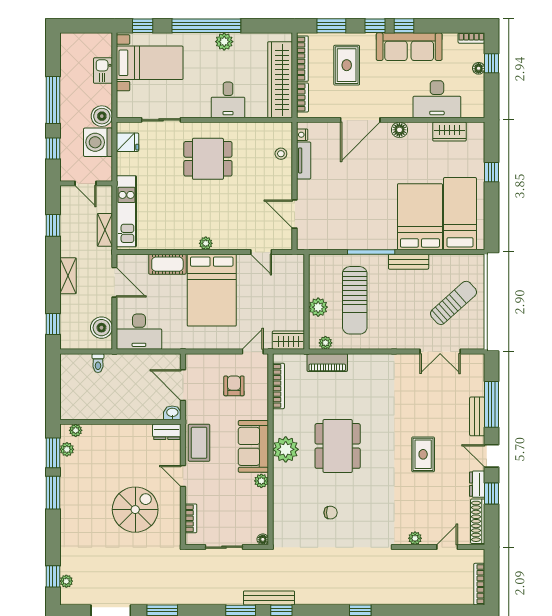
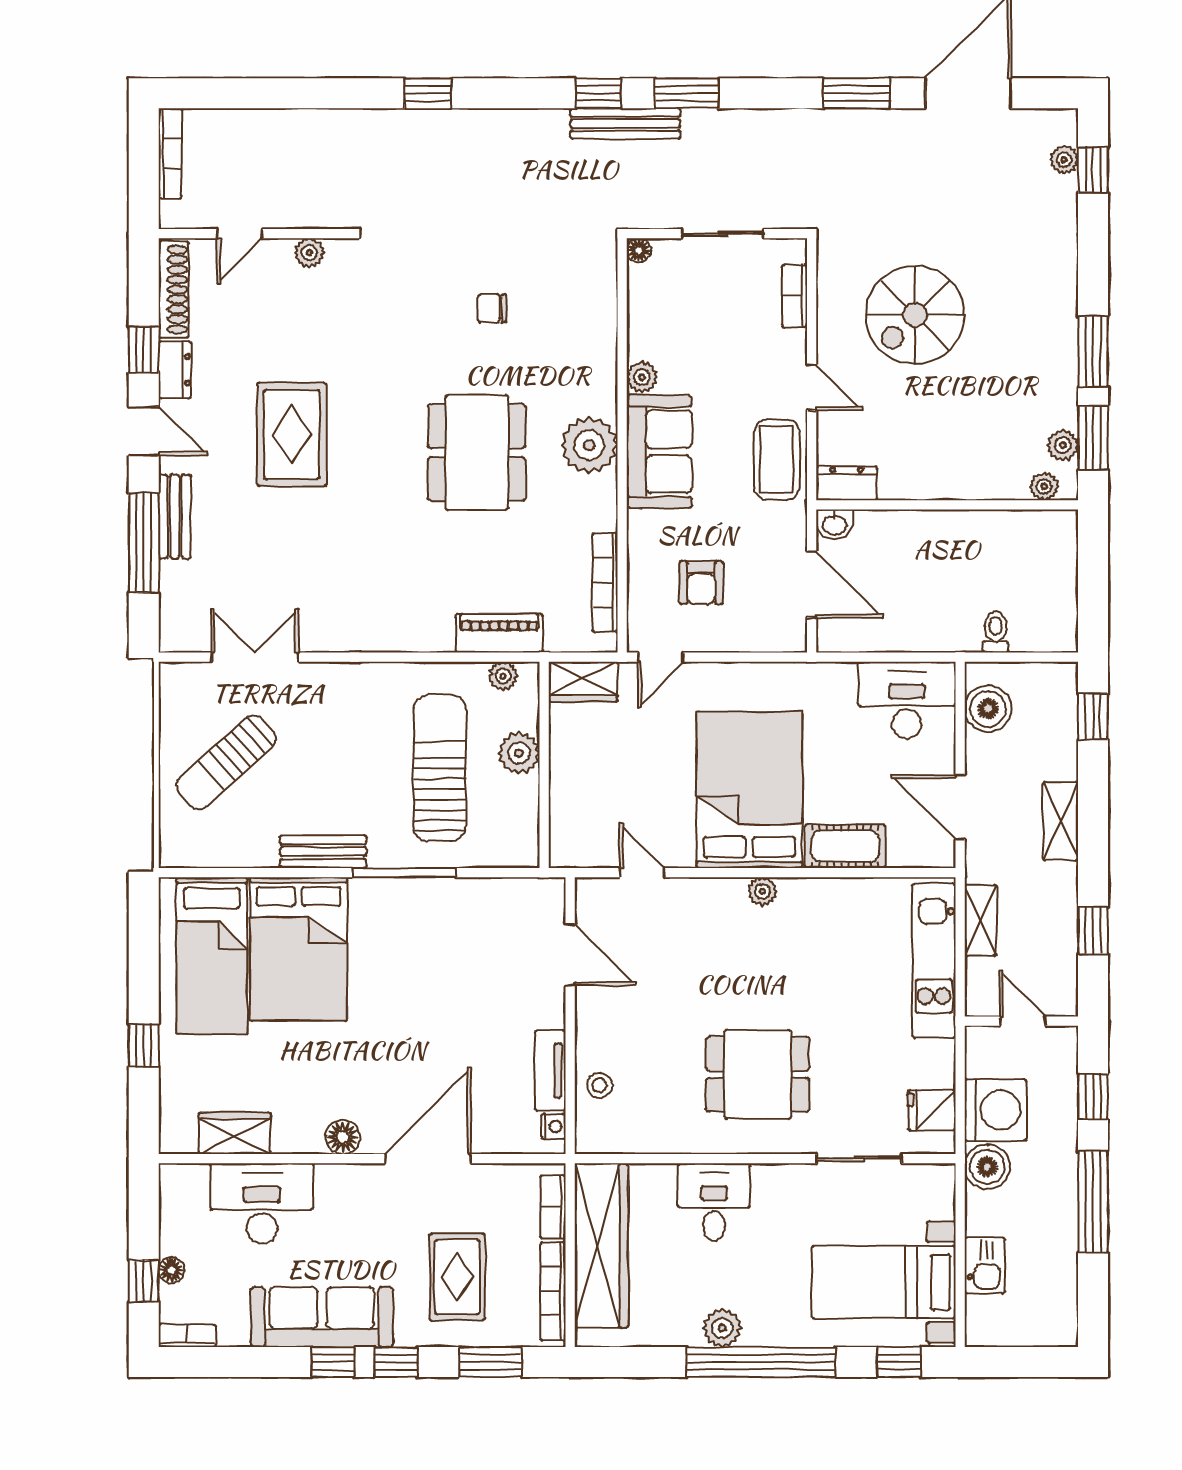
rug: (423, 454) -> (292, 434), width x1.36, depth x1.43

